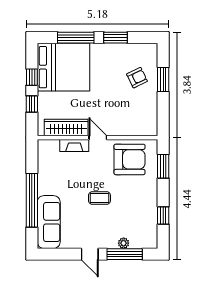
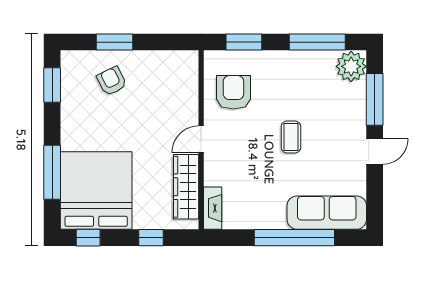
window: (115, 38) -> (52, 85), moved
window: (32, 77) -> (88, 238), moved
fireplace: (74, 145) -> (213, 208), moved
armchair: (129, 159) -> (233, 92), width x0.73, depth x0.73
window: (163, 216) -> (317, 42), width x2.17
plant: (124, 243) -> (351, 66), moved, width x1.87, depth x1.87

